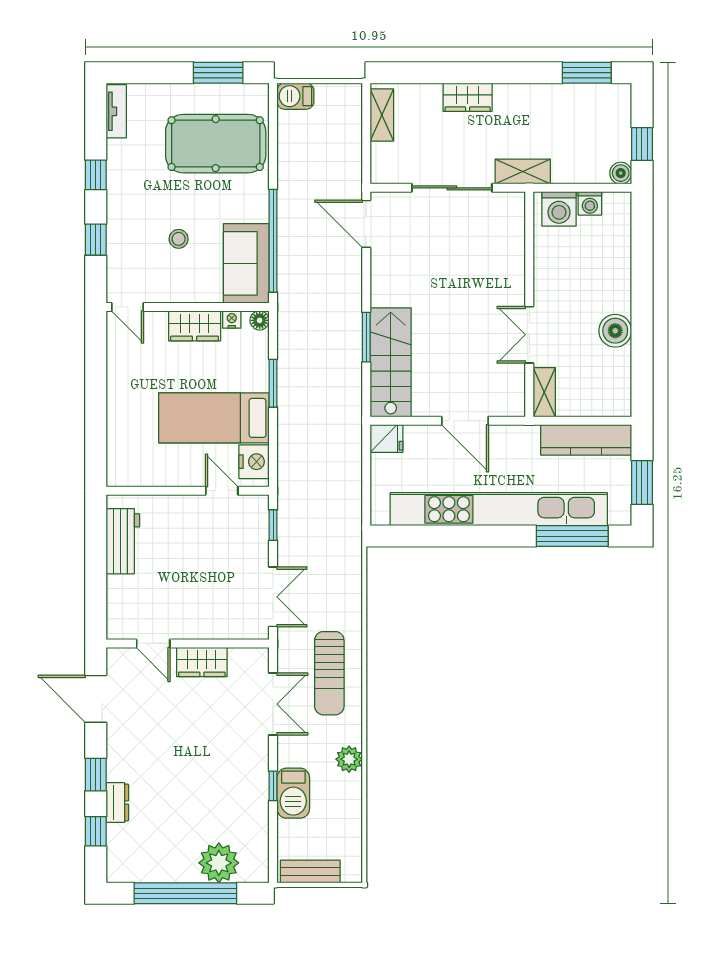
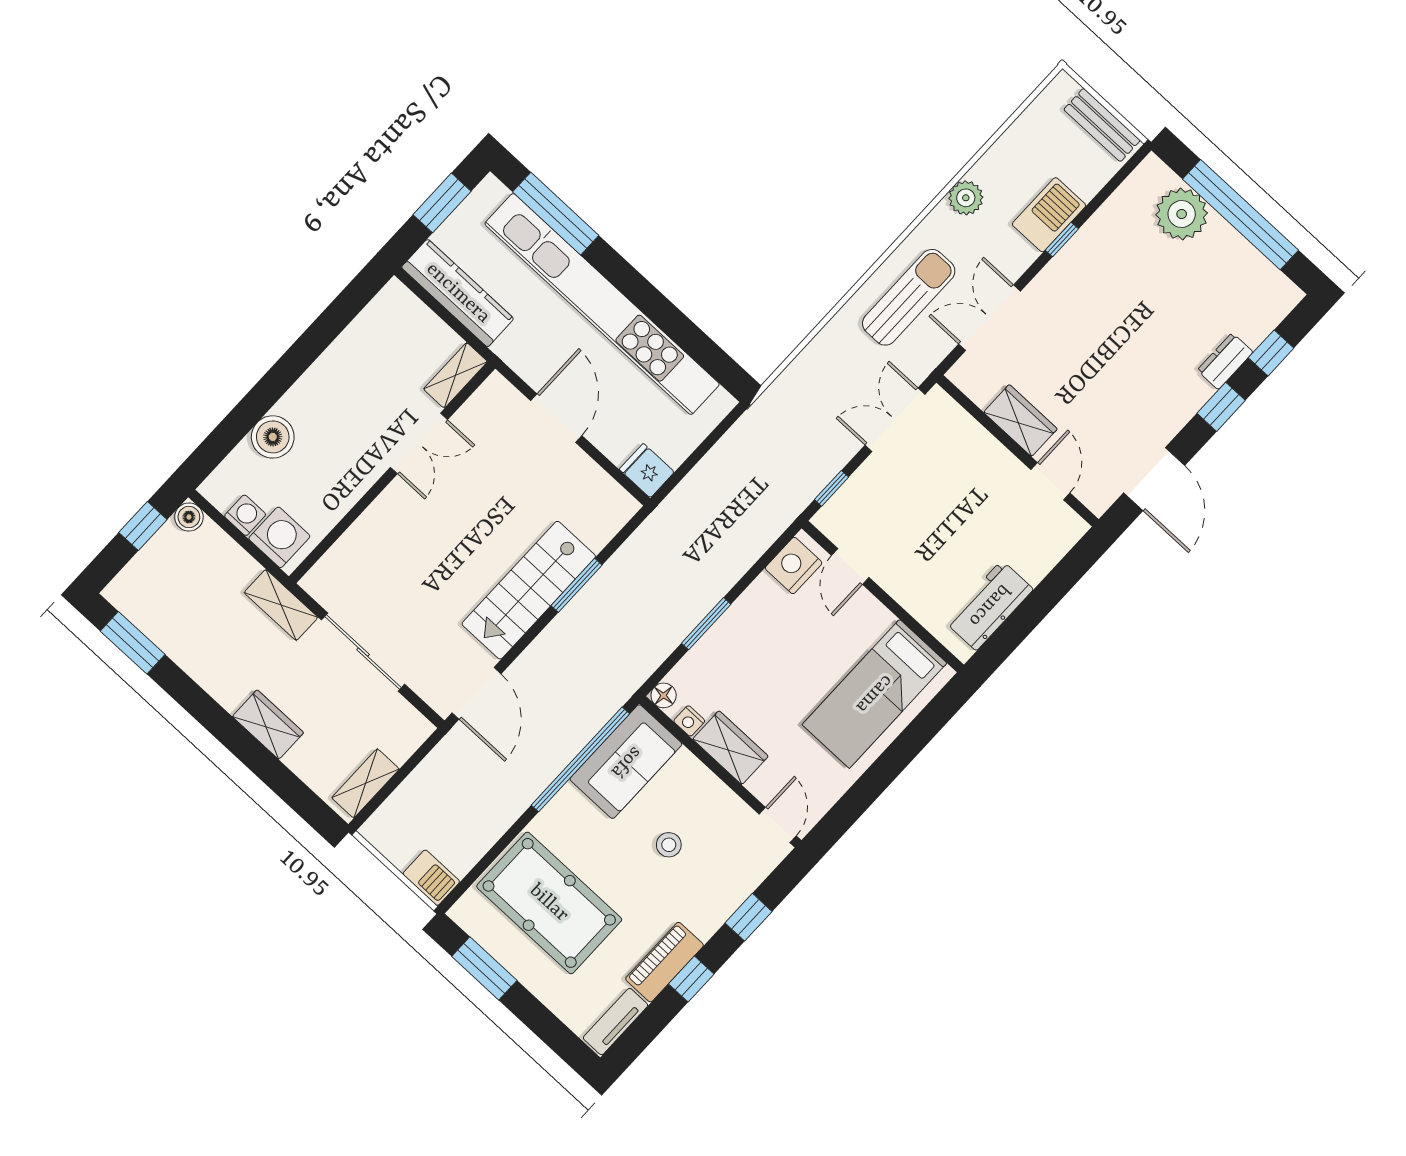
piano: (120, 170) -> (665, 962), added
boiler: (615, 331) -> (273, 437), moved
stairs: (391, 362) -> (529, 590), moved
bed: (214, 418) -> (874, 694), moved, turned 90

